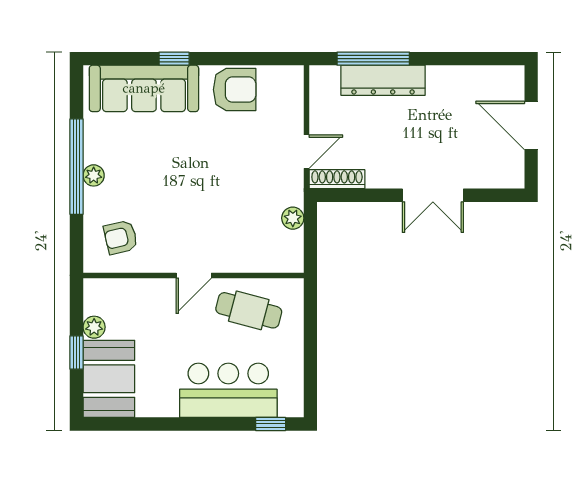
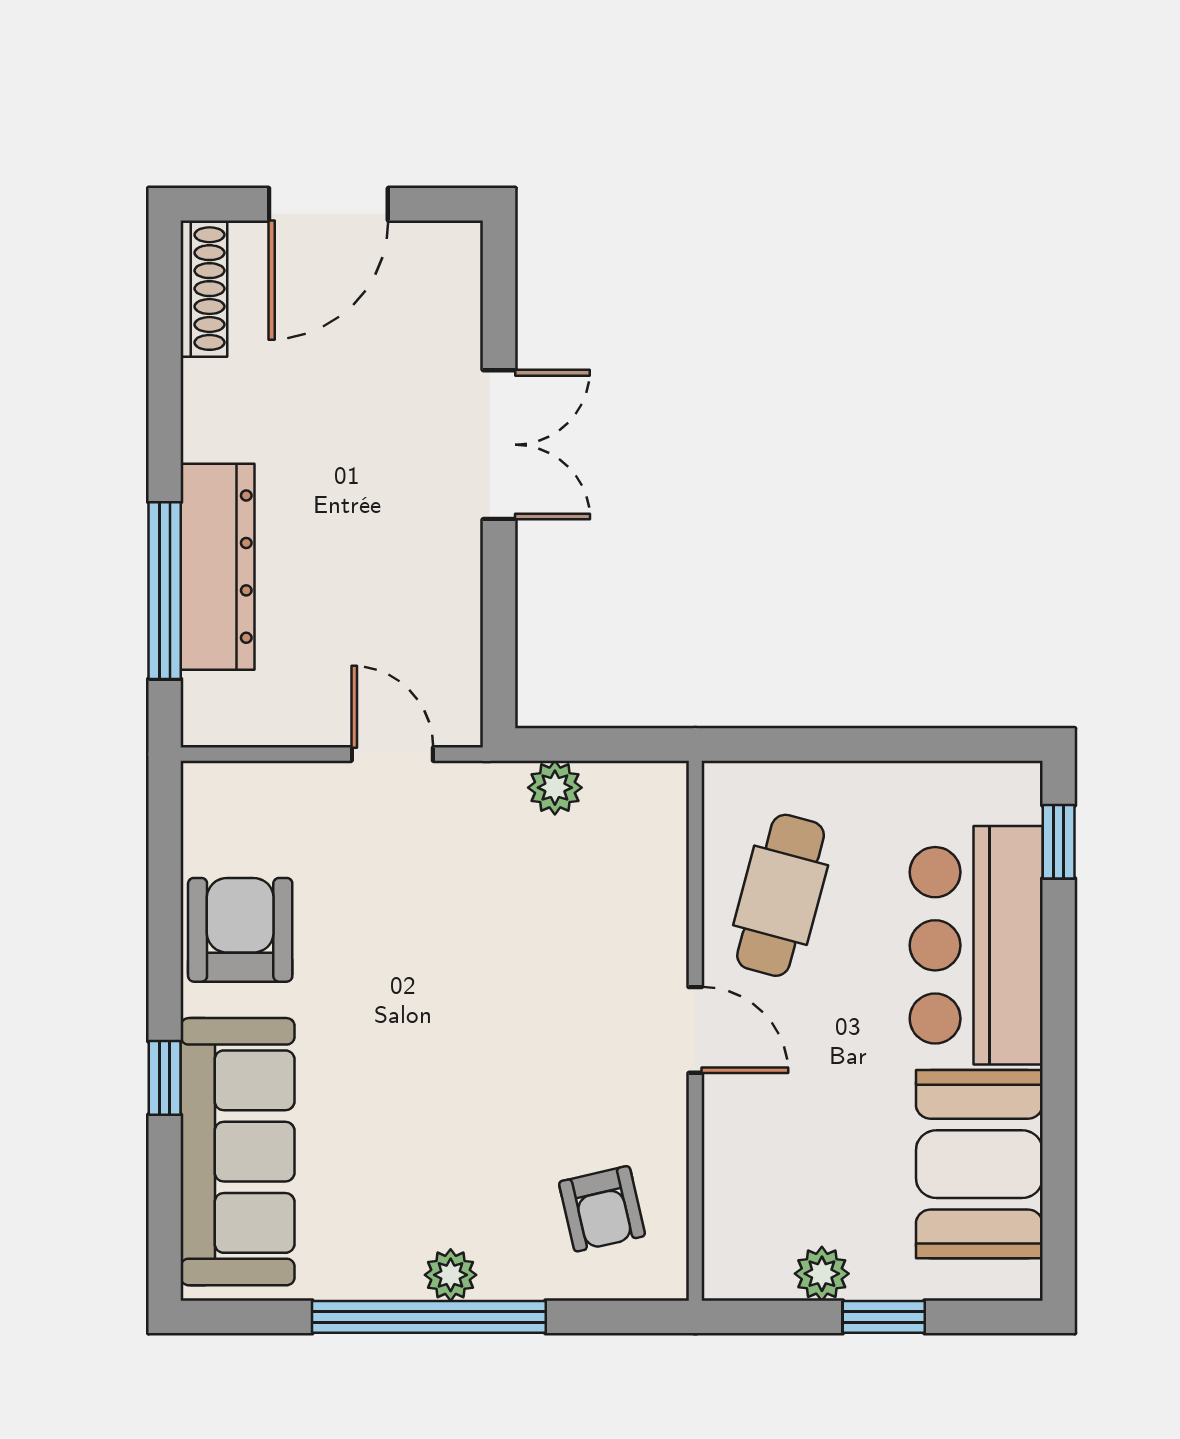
shoe rack: (337, 179) -> (204, 289), moved, turned 180
booth: (109, 379) -> (979, 1164), moved, turned 90

